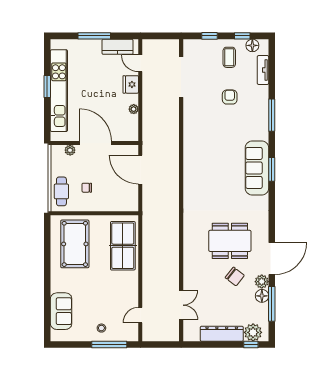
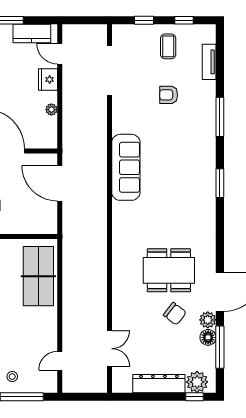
floor lamp: (252, 45) -> (196, 32), removed
armchair: (230, 97) -> (169, 95), turned -90
sofa: (257, 168) -> (126, 167), moved, turned 180

